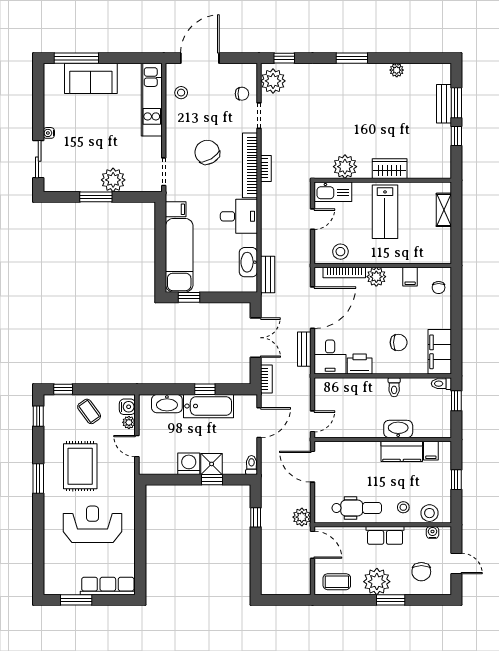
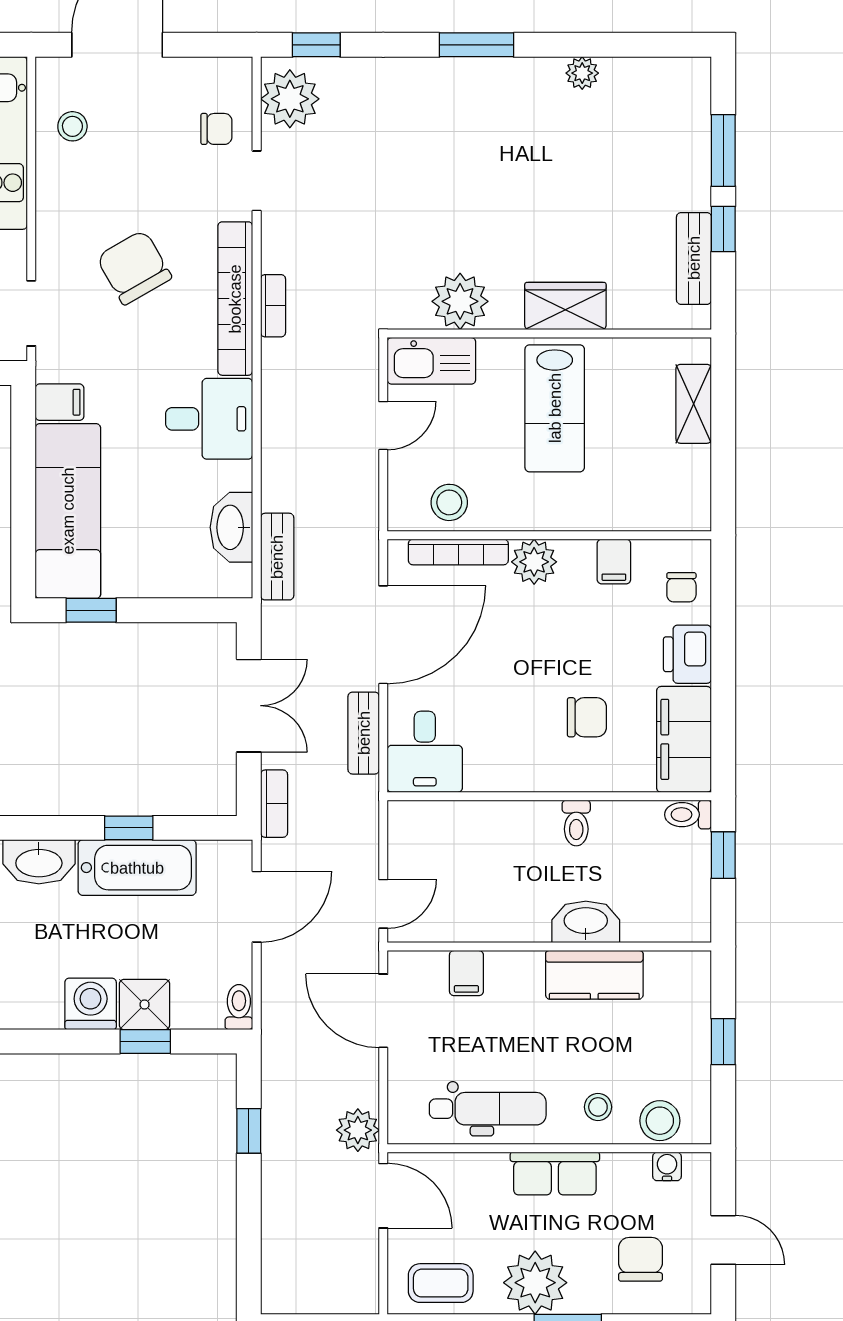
bench: (444, 104) -> (694, 258), moved
printer: (360, 364) -> (687, 654), moved, turned -90
filing cabinet: (431, 451) -> (466, 973), moved
chair: (421, 572) -> (640, 1259), turned 180

